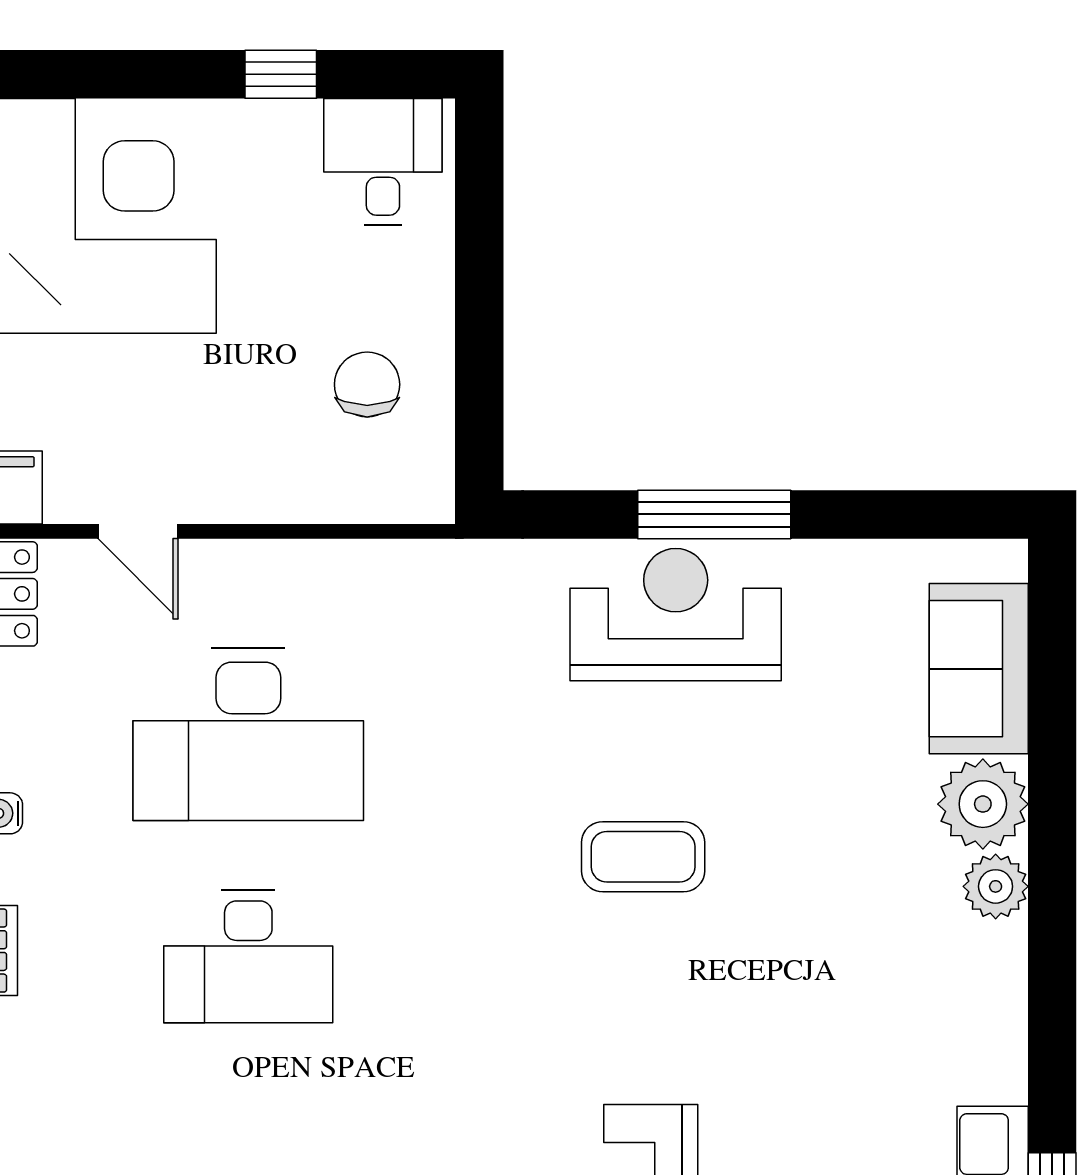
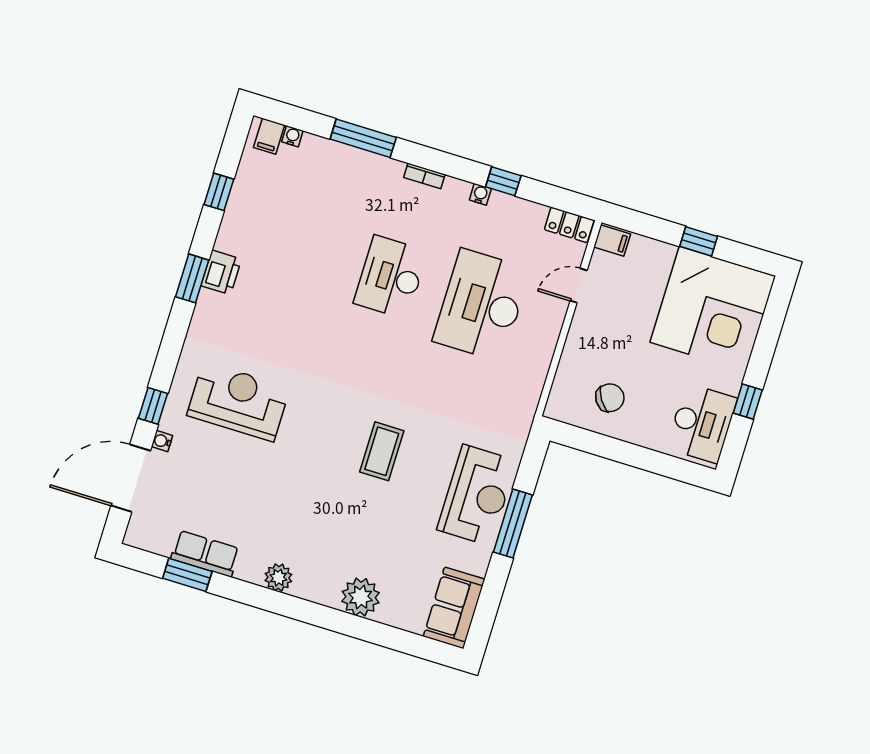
desk: (383, 162) -> (702, 423), width x1.37
chair: (367, 384) -> (610, 398), turned -33
sofa: (979, 669) -> (454, 608), moved, turned -90
plant: (996, 886) -> (278, 578), moved

